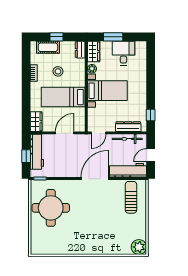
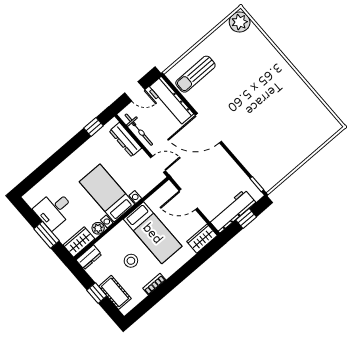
round table: (51, 208) -> (278, 147), removed

